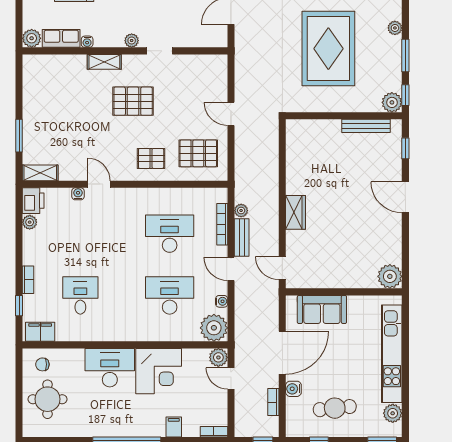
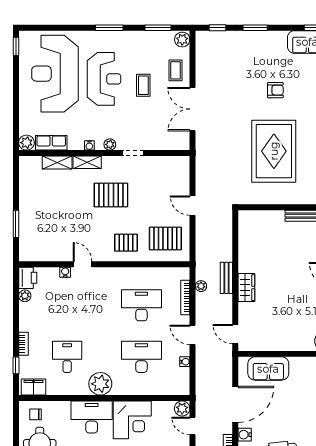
water cooler: (87, 42) -> (89, 145), moved
shelving: (40, 173) -> (57, 163), moved
bench: (242, 237) -> (226, 278), moved
plant: (214, 328) -> (100, 384), moved

